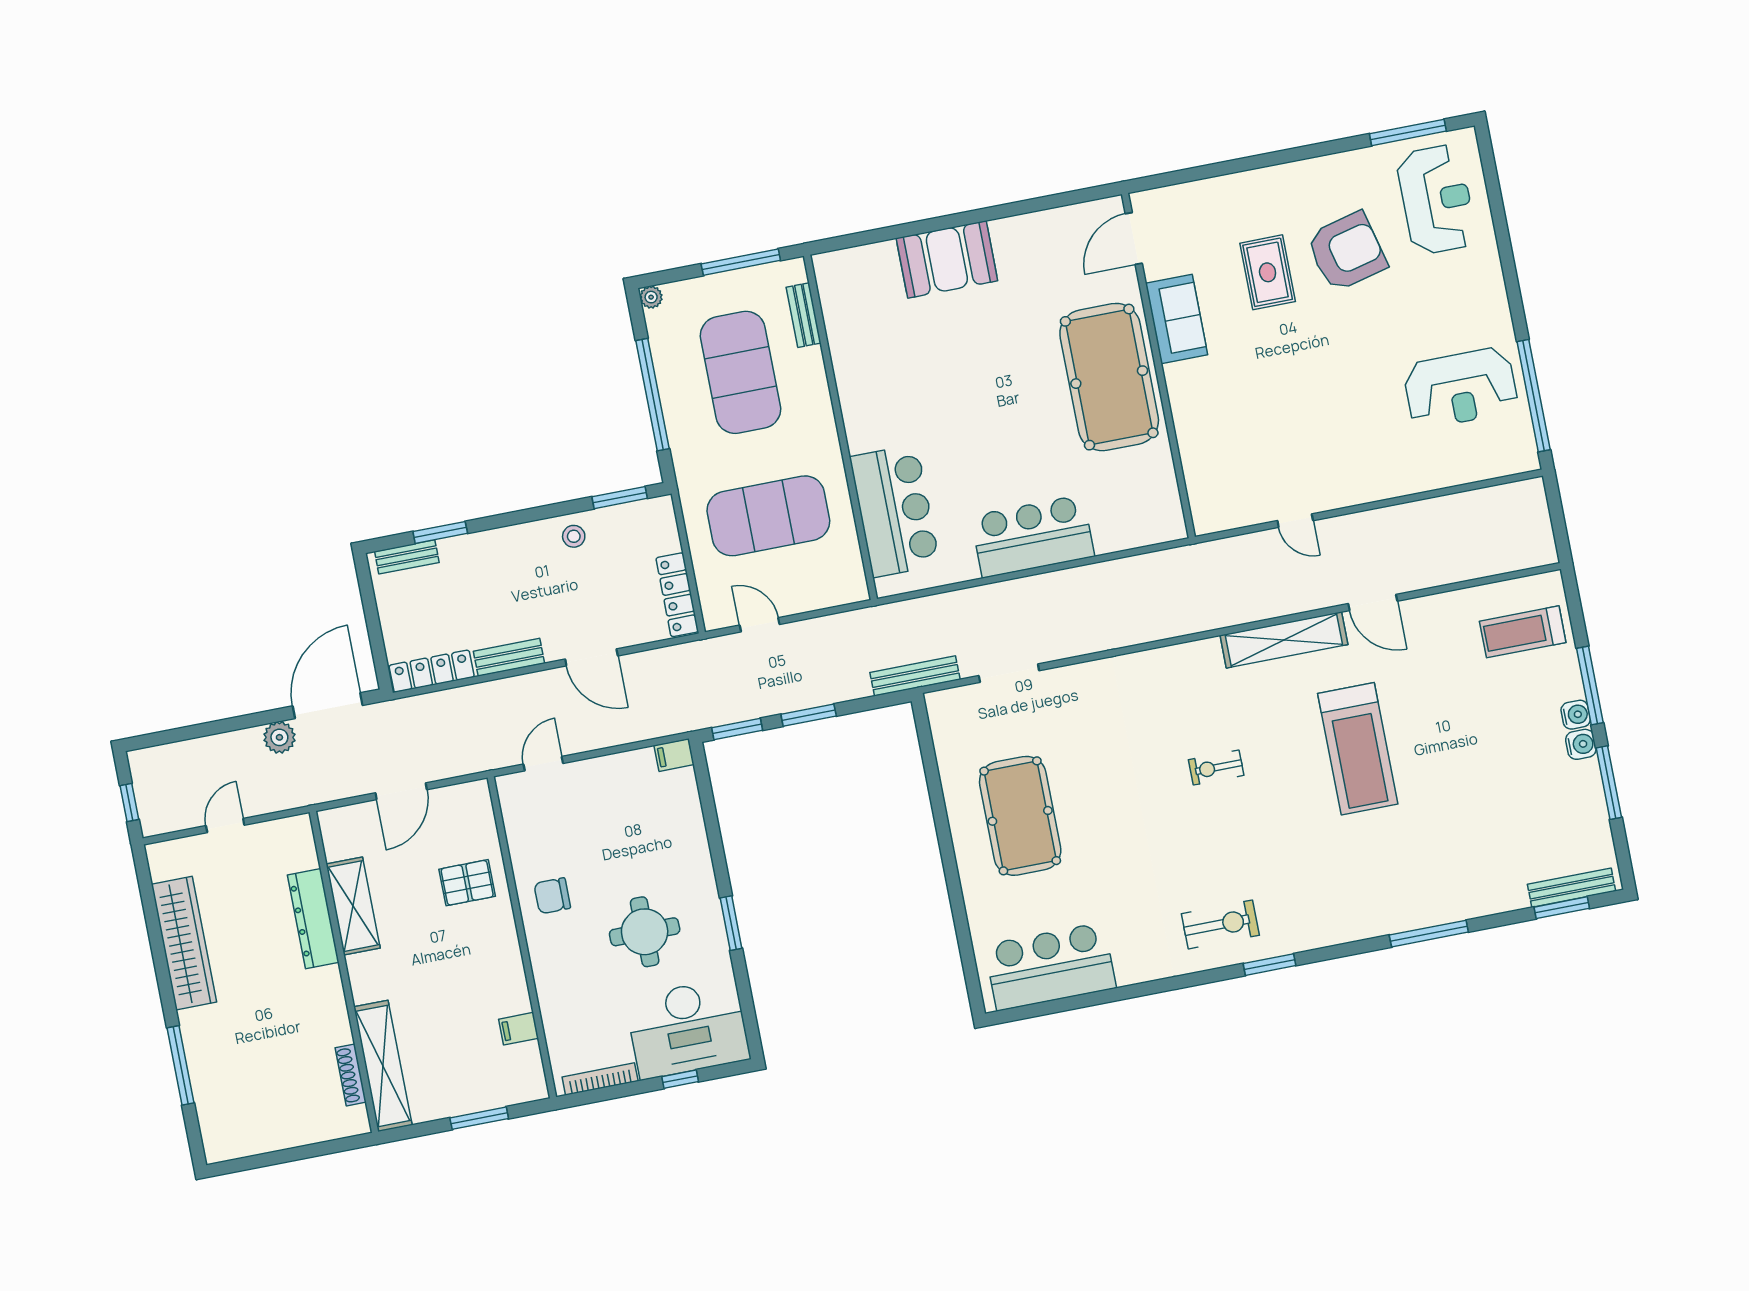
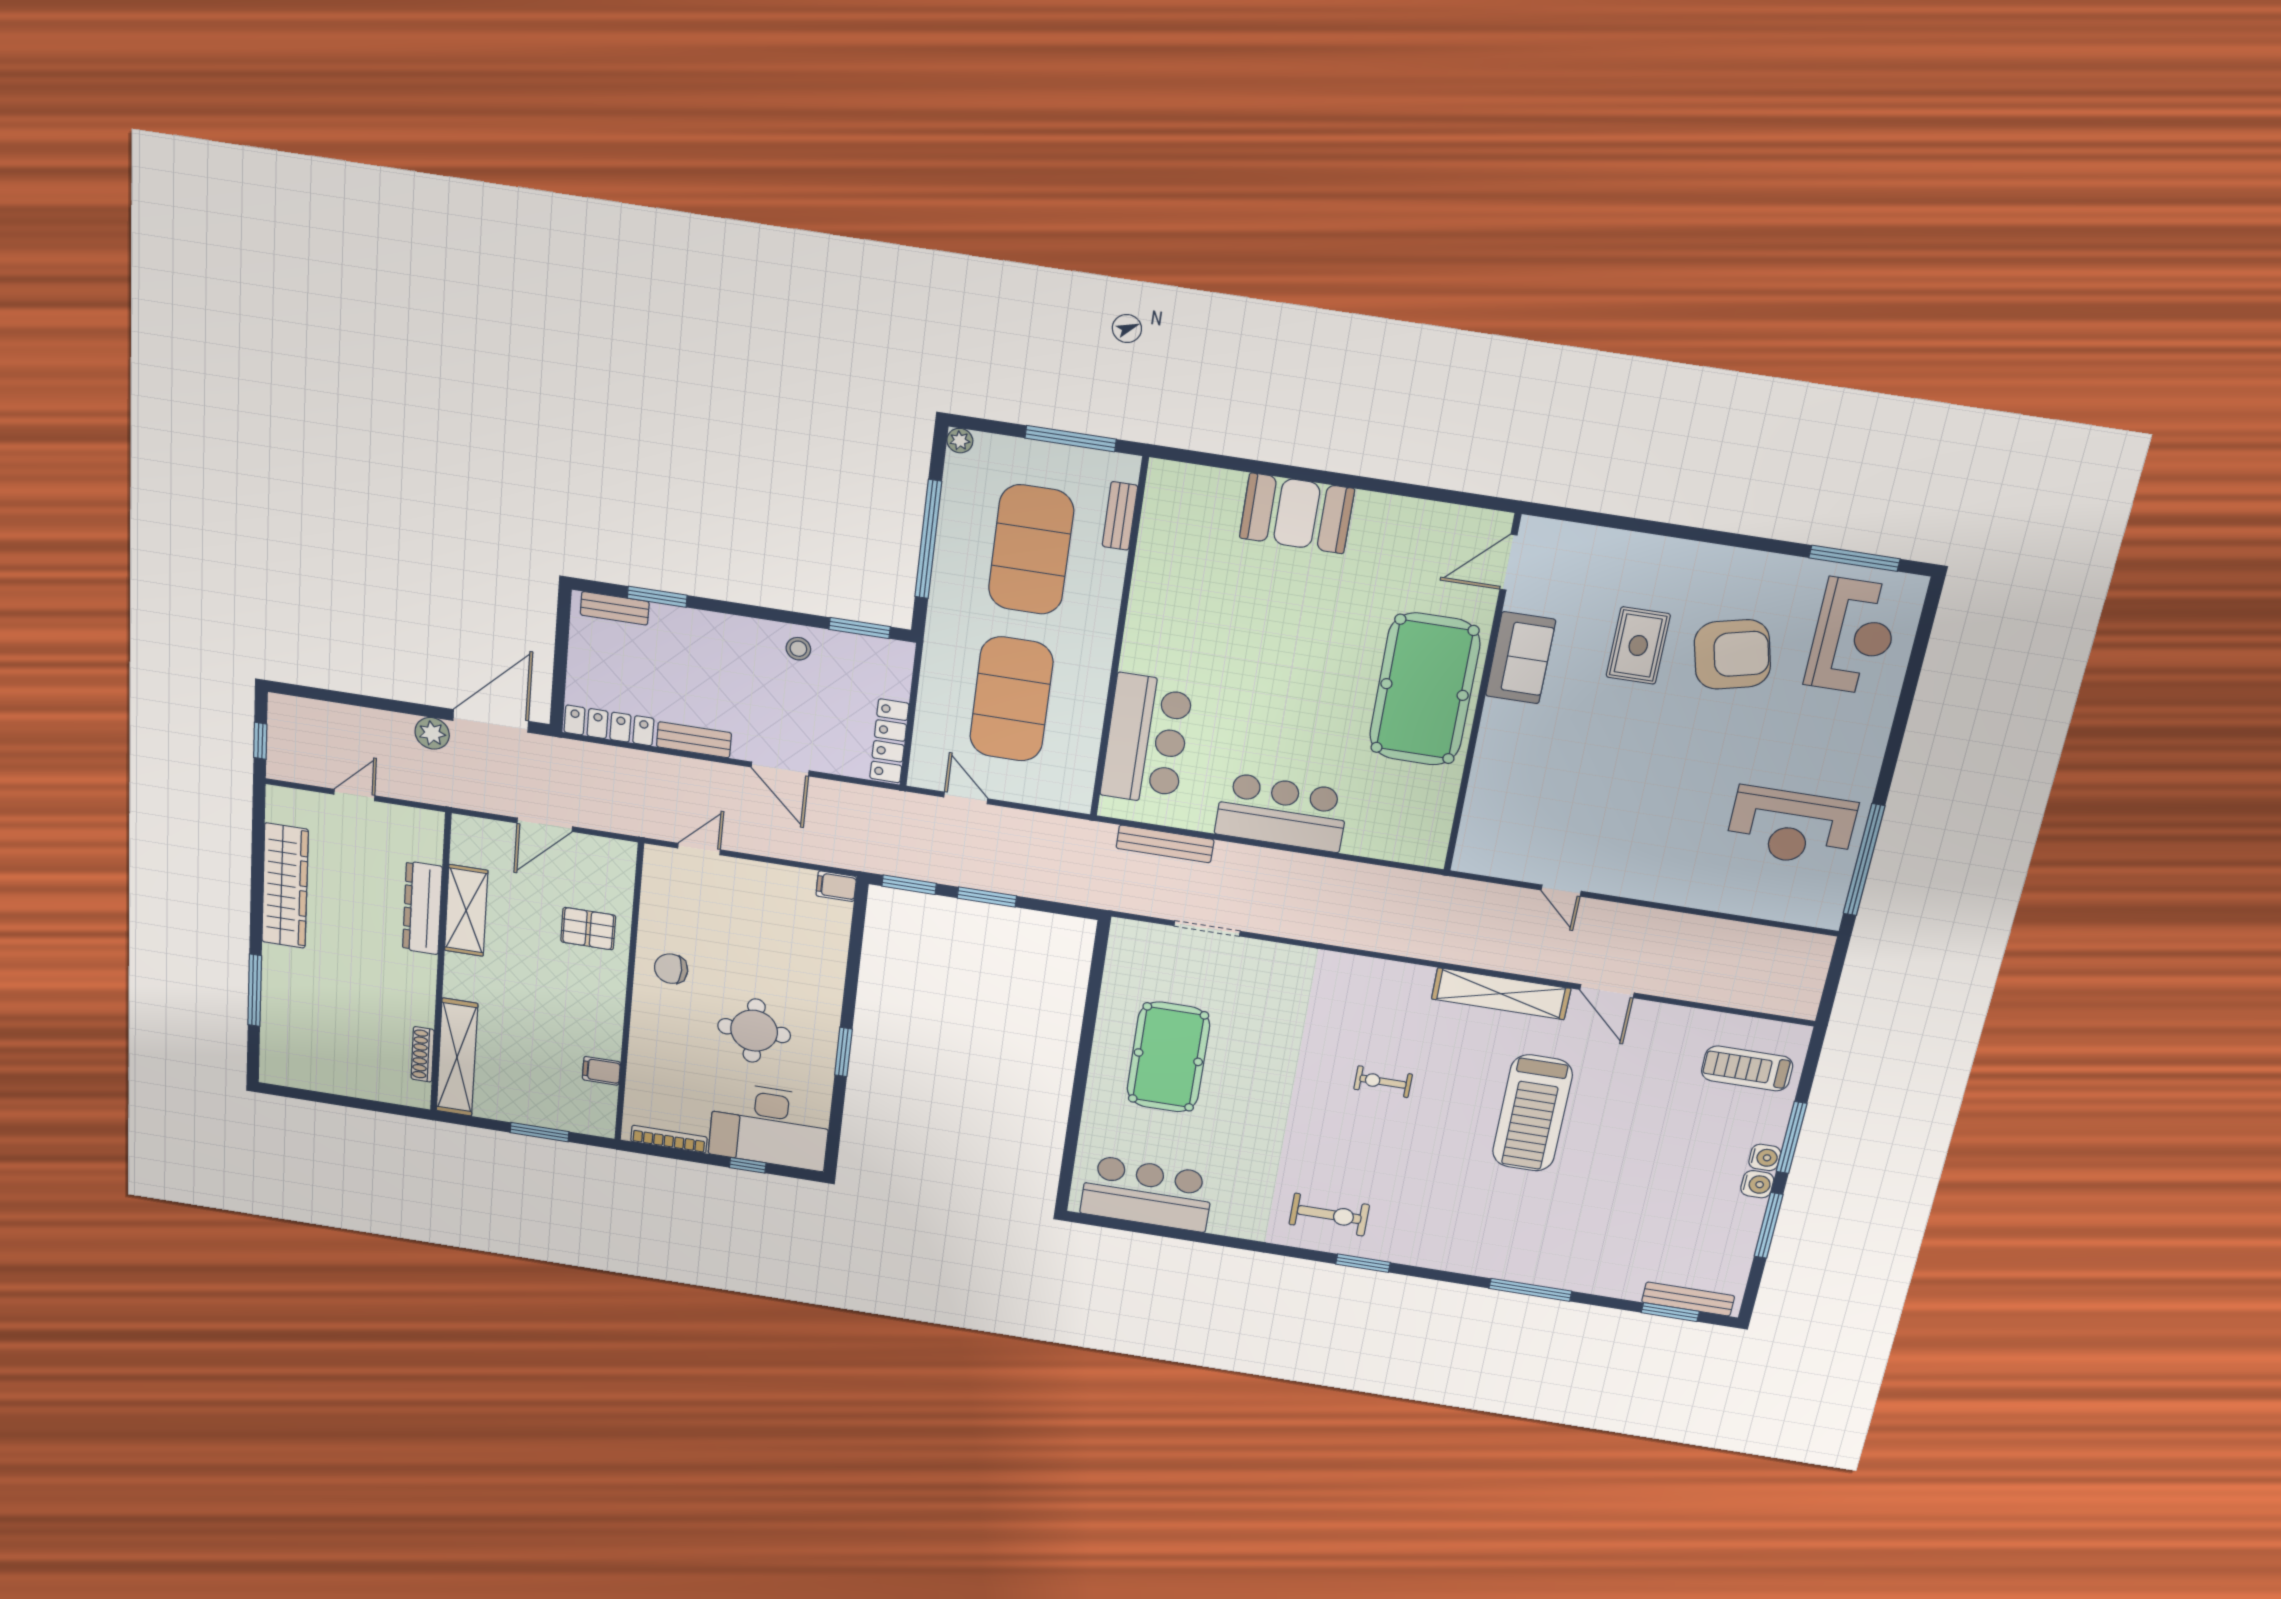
exercise mat: (768, 516) -> (1011, 699), turned 90
bench: (915, 676) -> (1165, 844), moved

